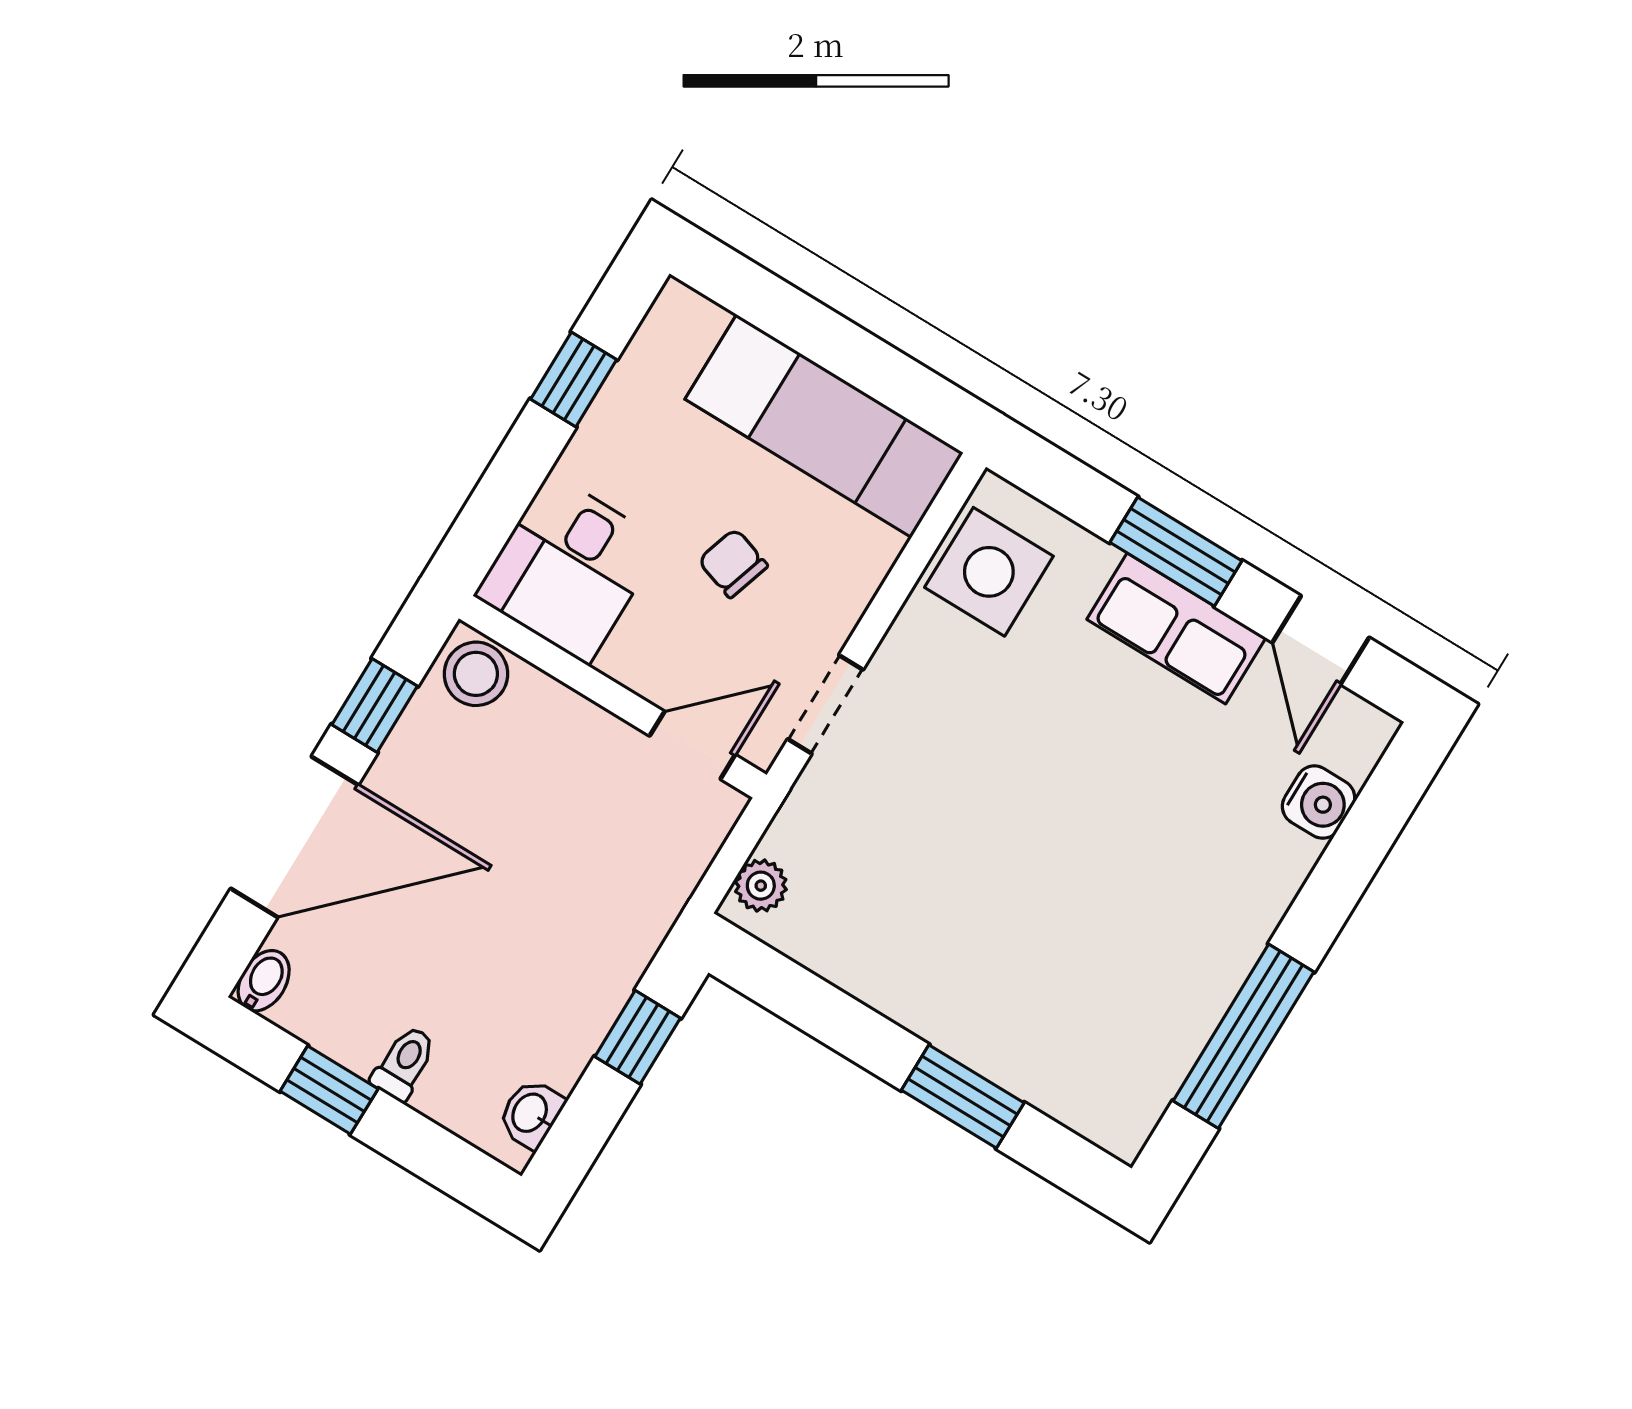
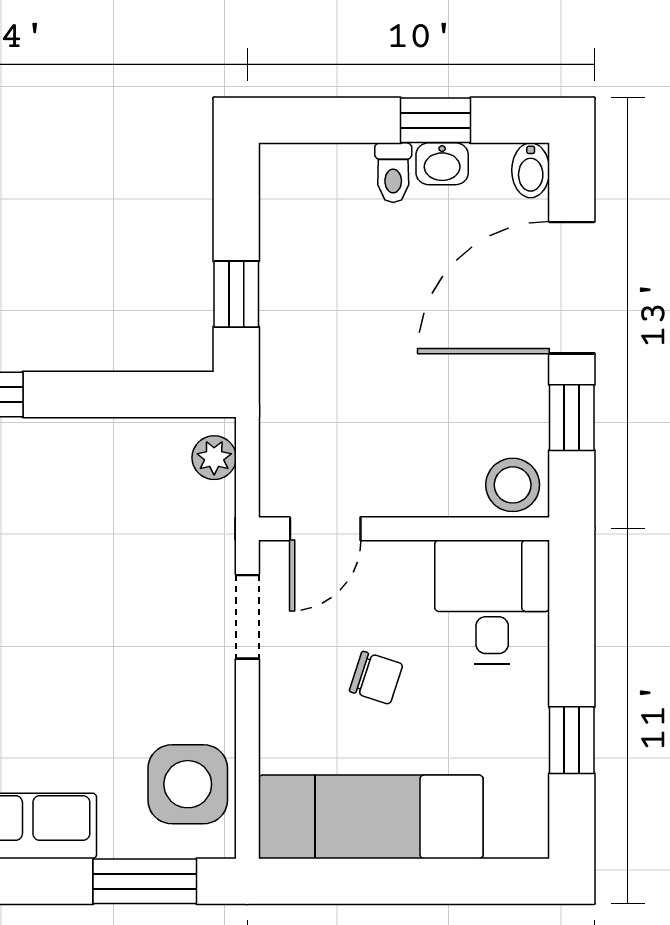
window: (1176, 552) -> (145, 881), moved
washbasin: (531, 1113) -> (442, 164), moved, turned 90

